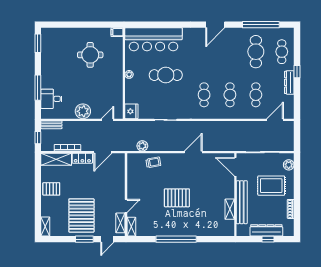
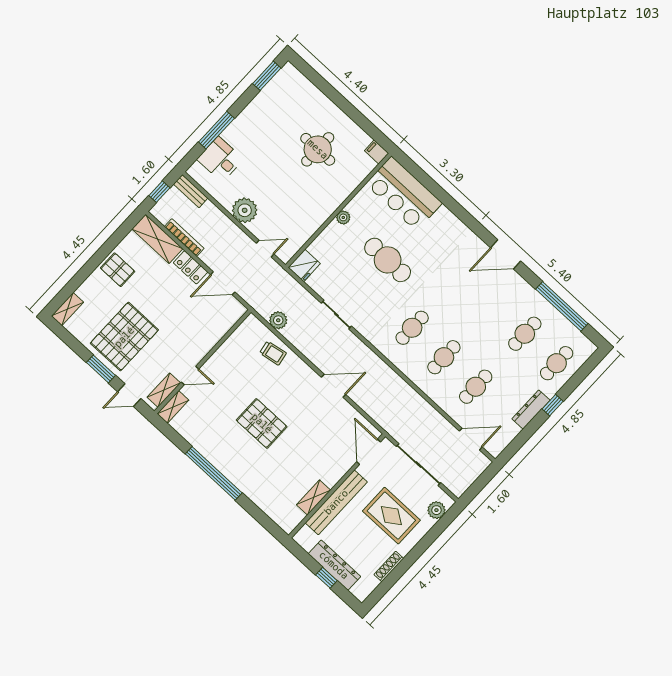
bar counter: (154, 39) -> (404, 194), width x0.73
cafe table: (256, 52) -> (525, 334), width x0.73, depth x0.74

